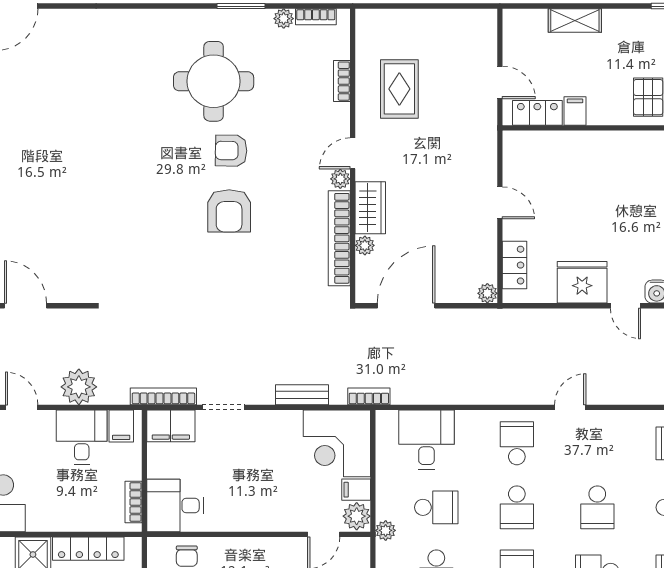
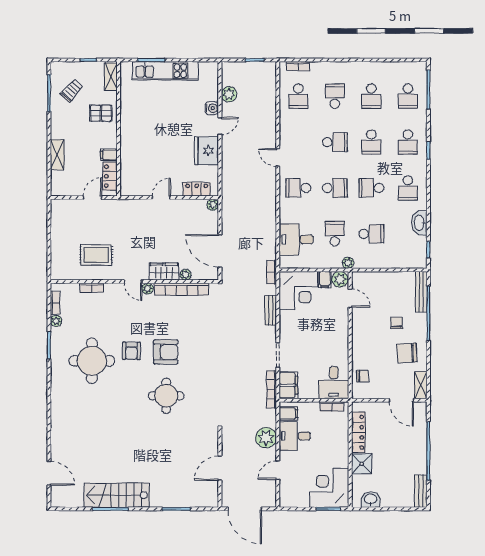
round table: (152, 212) -> (166, 396), added

